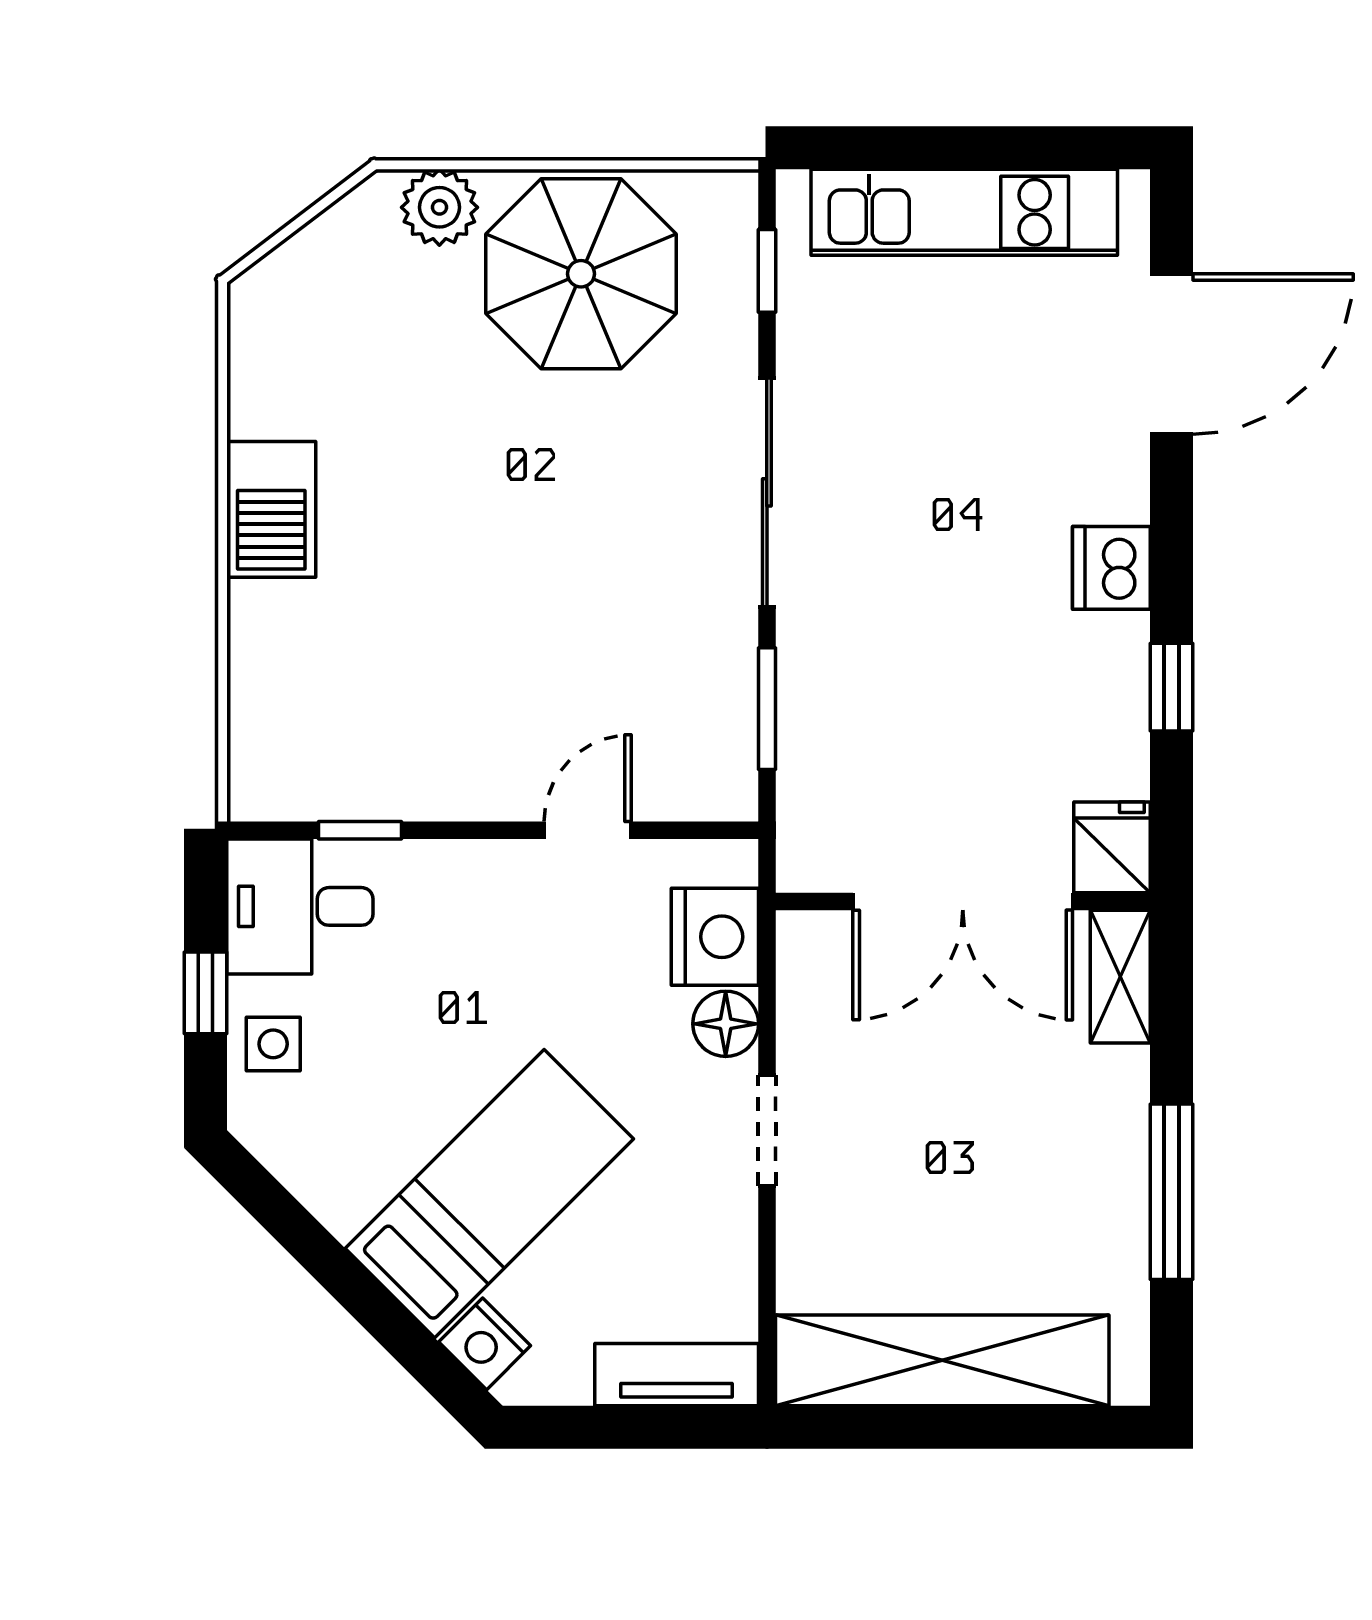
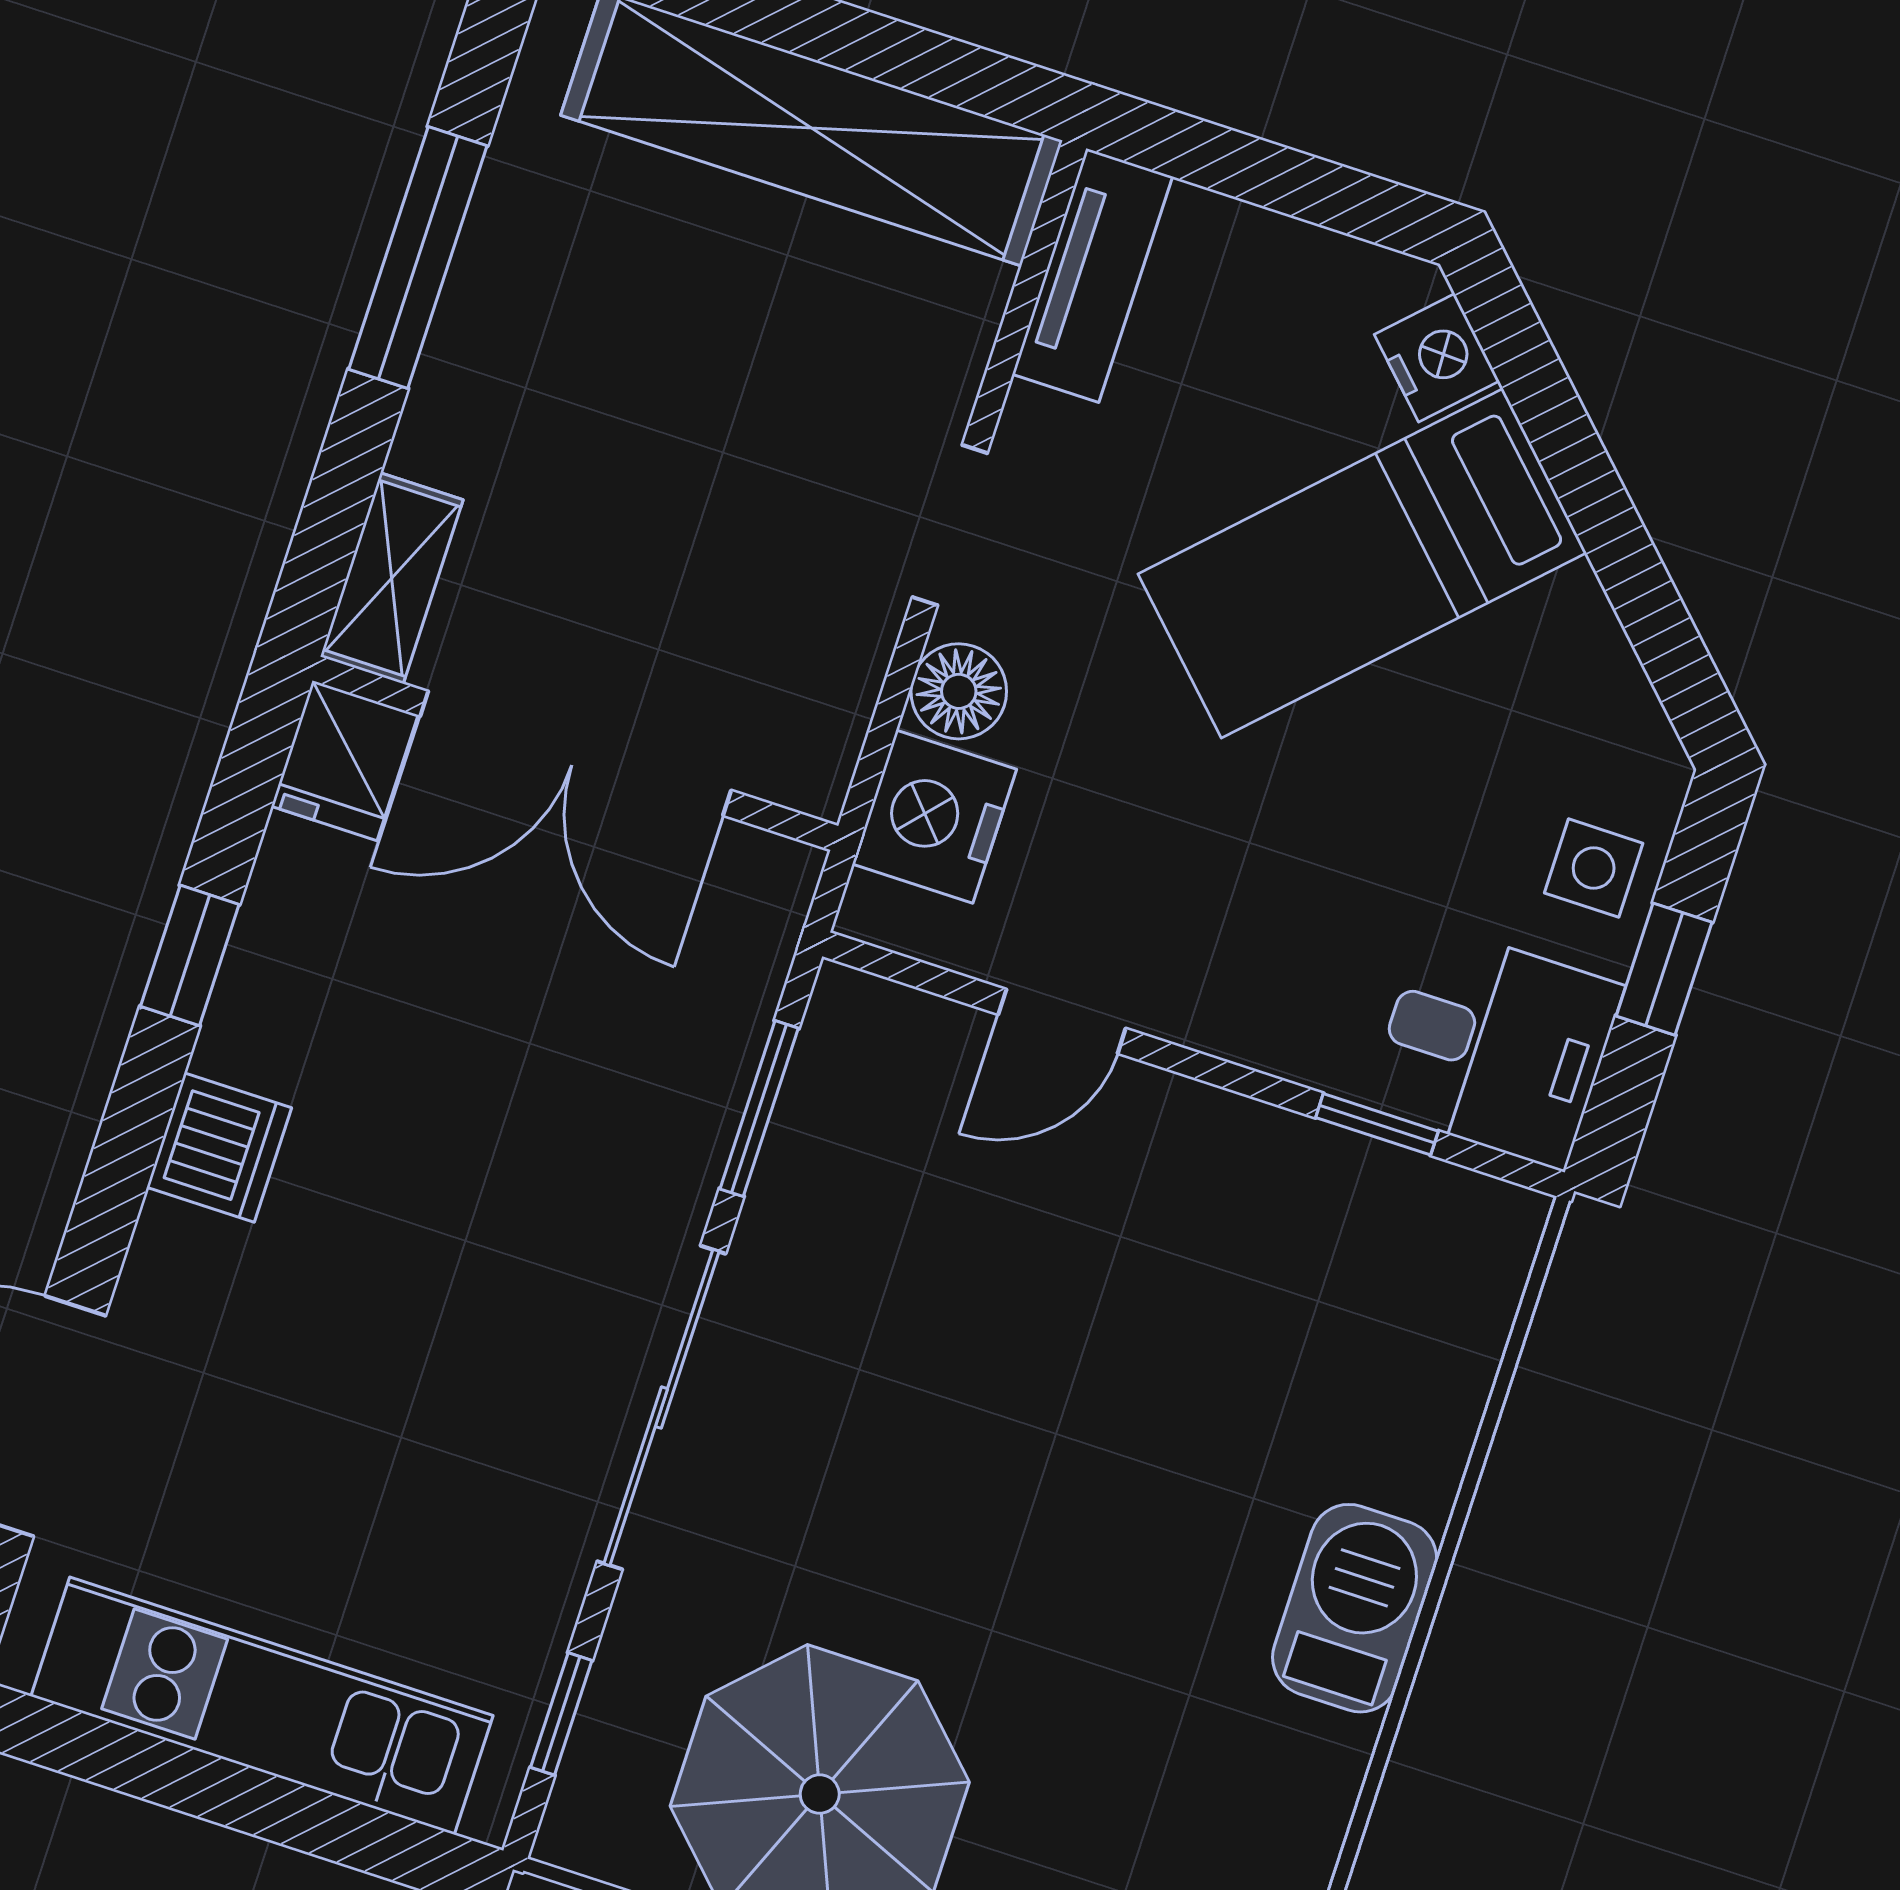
double door: (963, 901) -> (576, 753), swing flipped
tv unit: (677, 1375) -> (1092, 275), moved, turned -90

